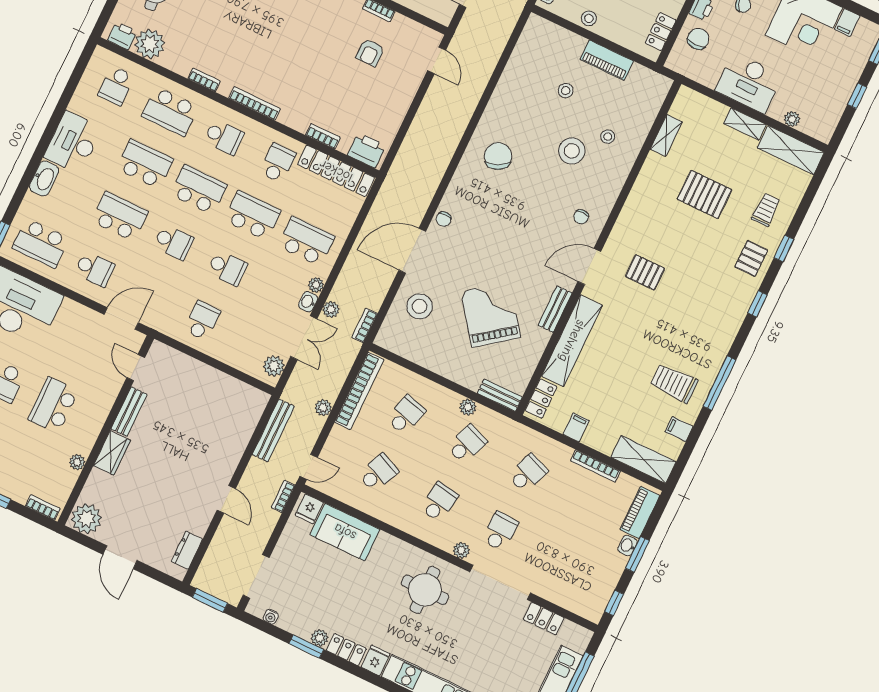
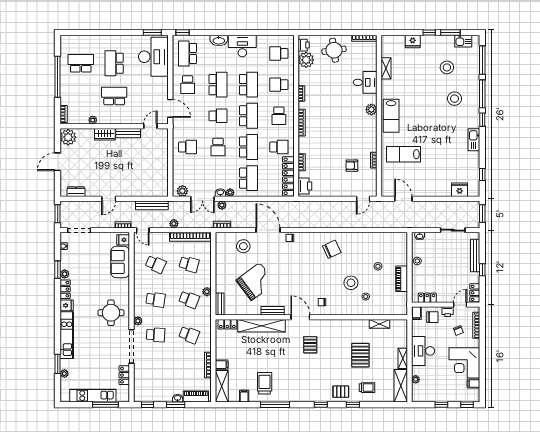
filing cabinet: (678, 63) -> (416, 313), added
school desk: (170, 111) -> (279, 85), width x0.54
school desk: (174, 242) -> (218, 116), turned -90
filing cabinet: (576, 427) -> (222, 365), moved

